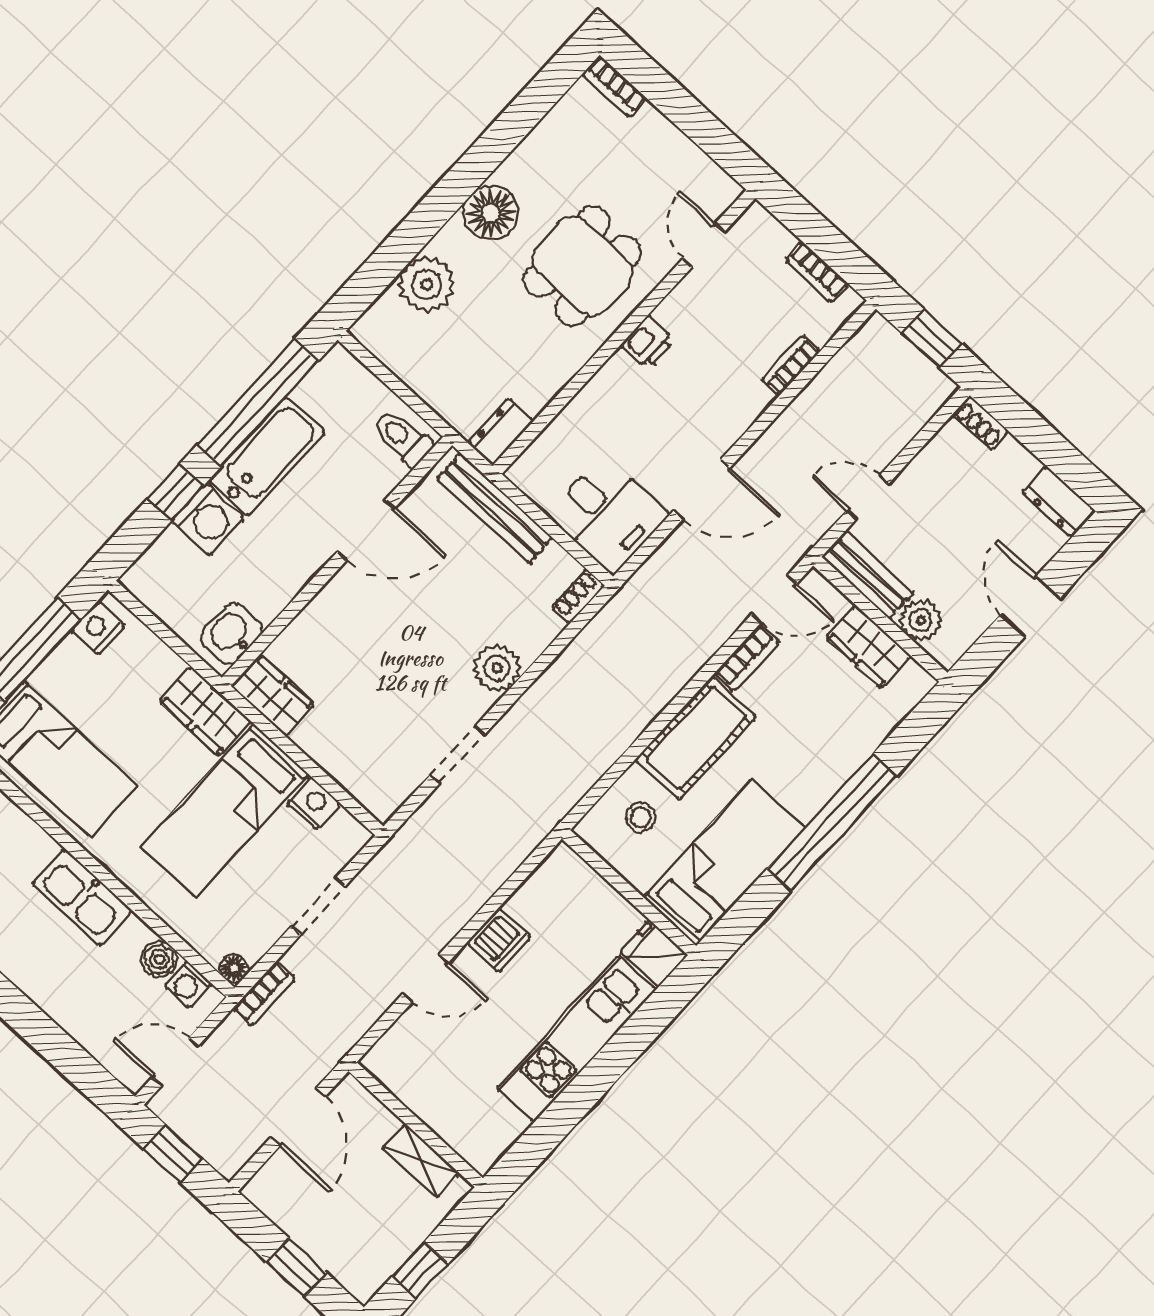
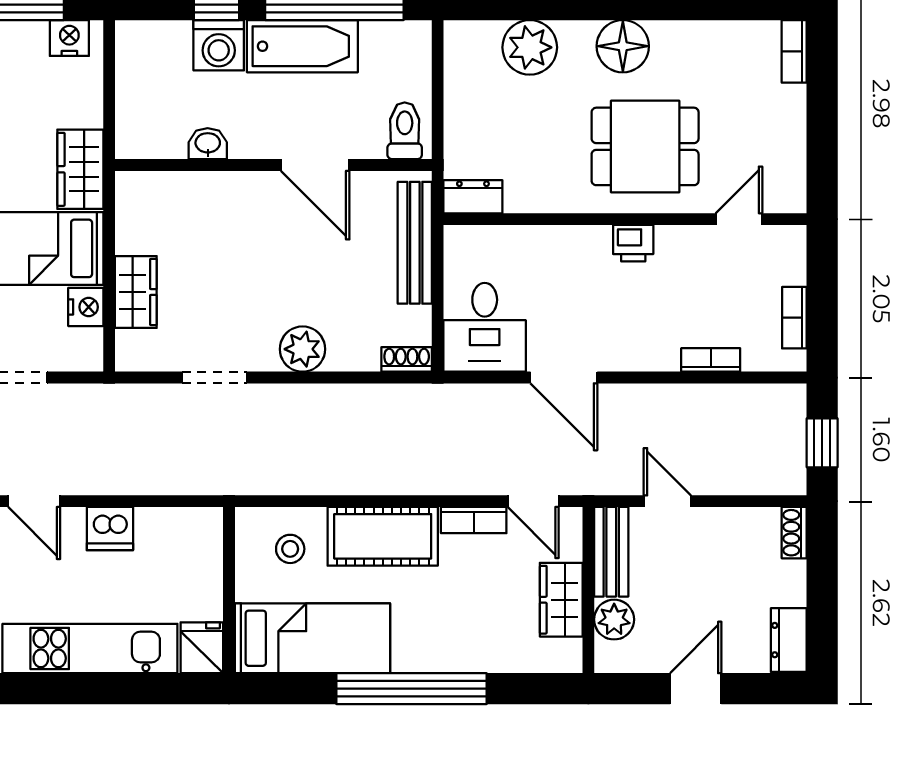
washbasin: (231, 633) -> (208, 144), moved, width x0.72, depth x0.69
wardrobe: (273, 695) -> (136, 292), moved

